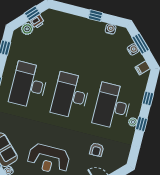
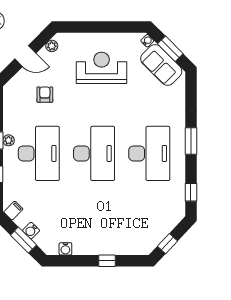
window: (95, 16) -> (107, 261), moved
printer: (37, 22) -> (159, 235), removed
plant: (27, 29) -> (169, 223), removed

